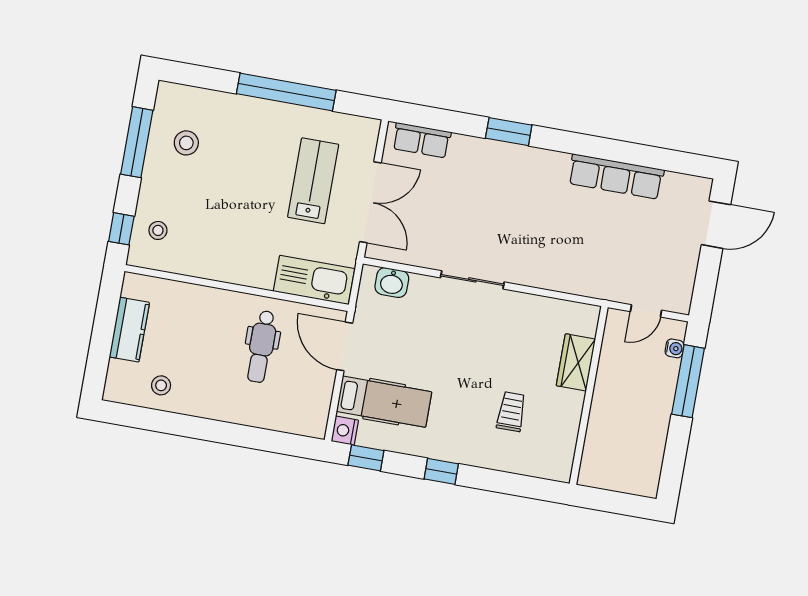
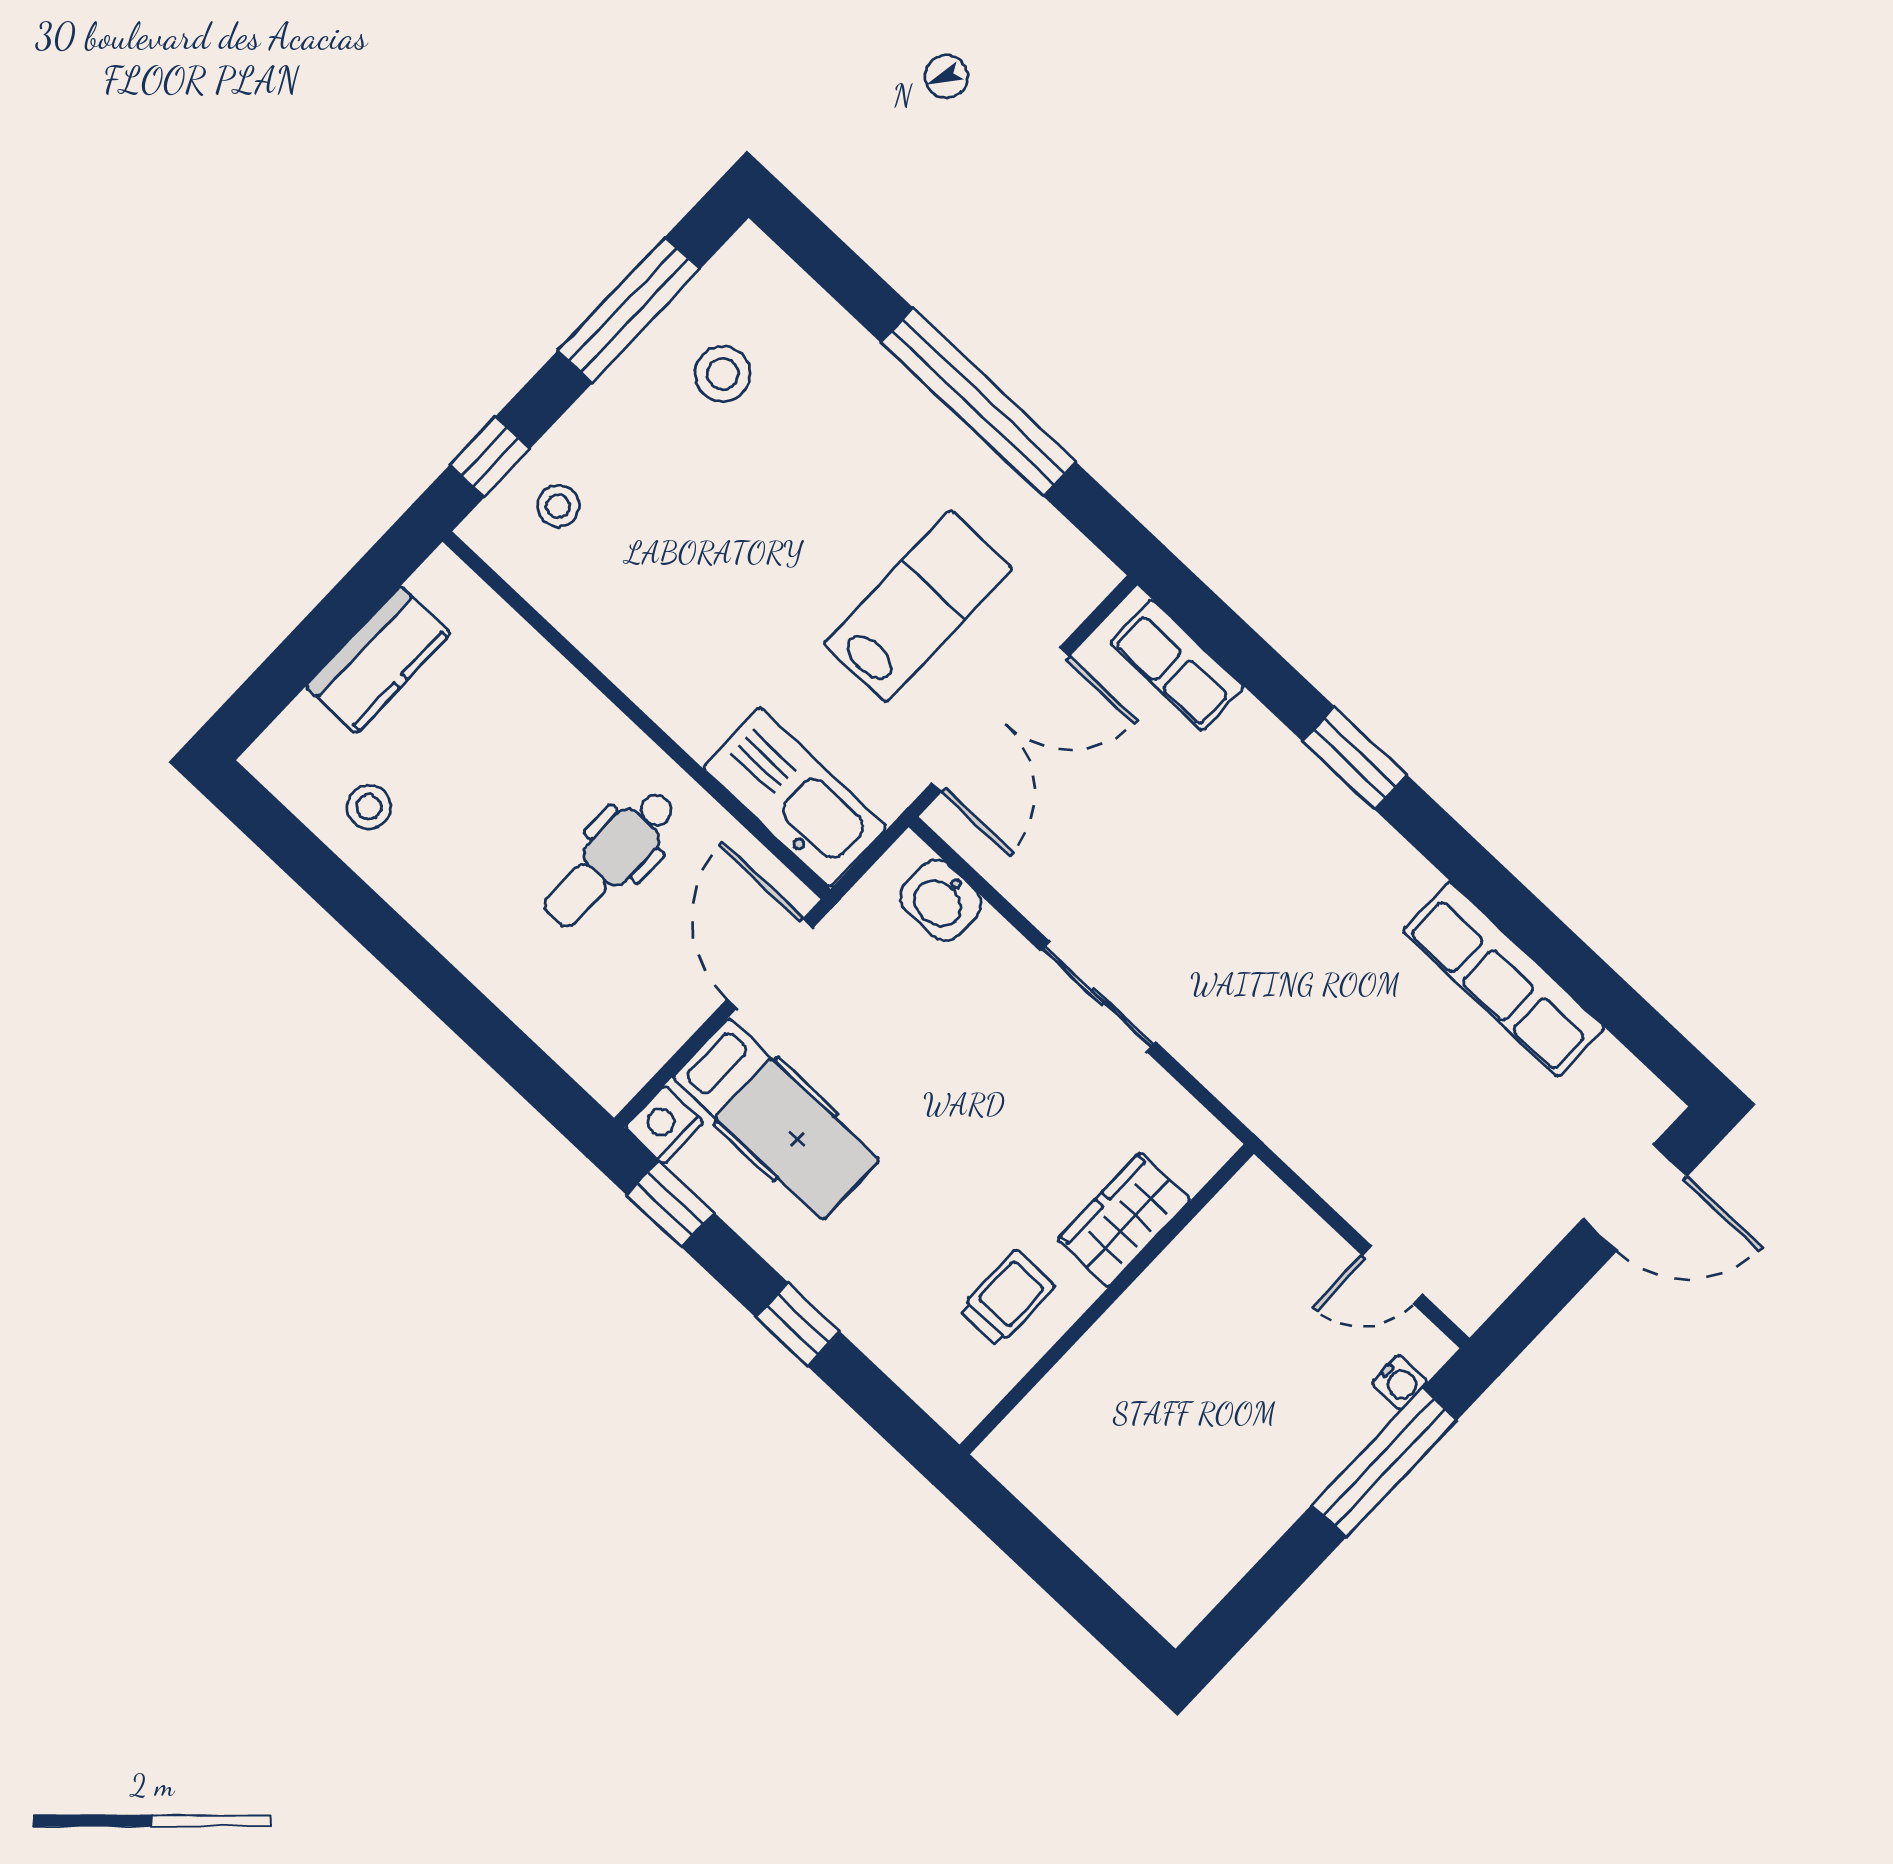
wardrobe: (576, 362) -> (1124, 1220), moved
wall: (589, 395) -> (1107, 1299), moved

